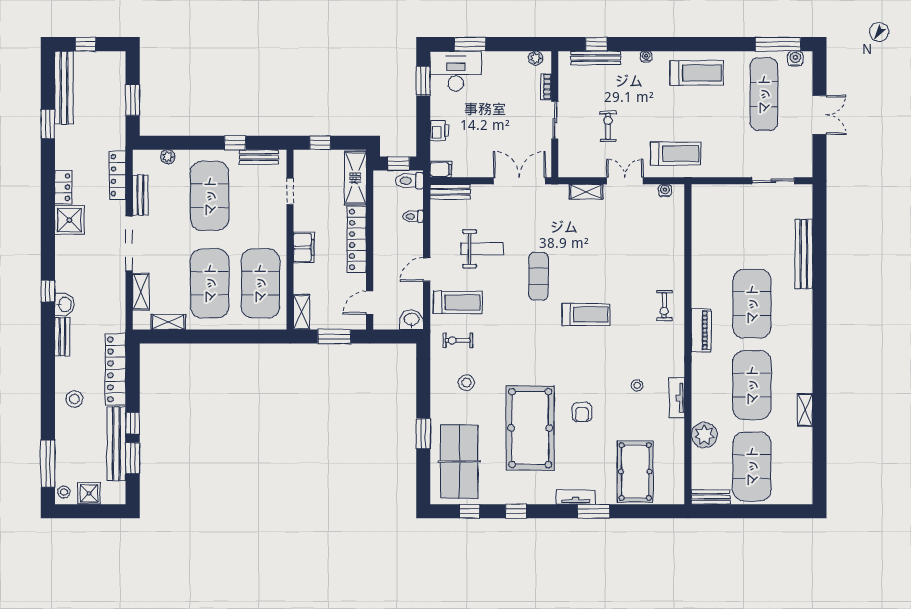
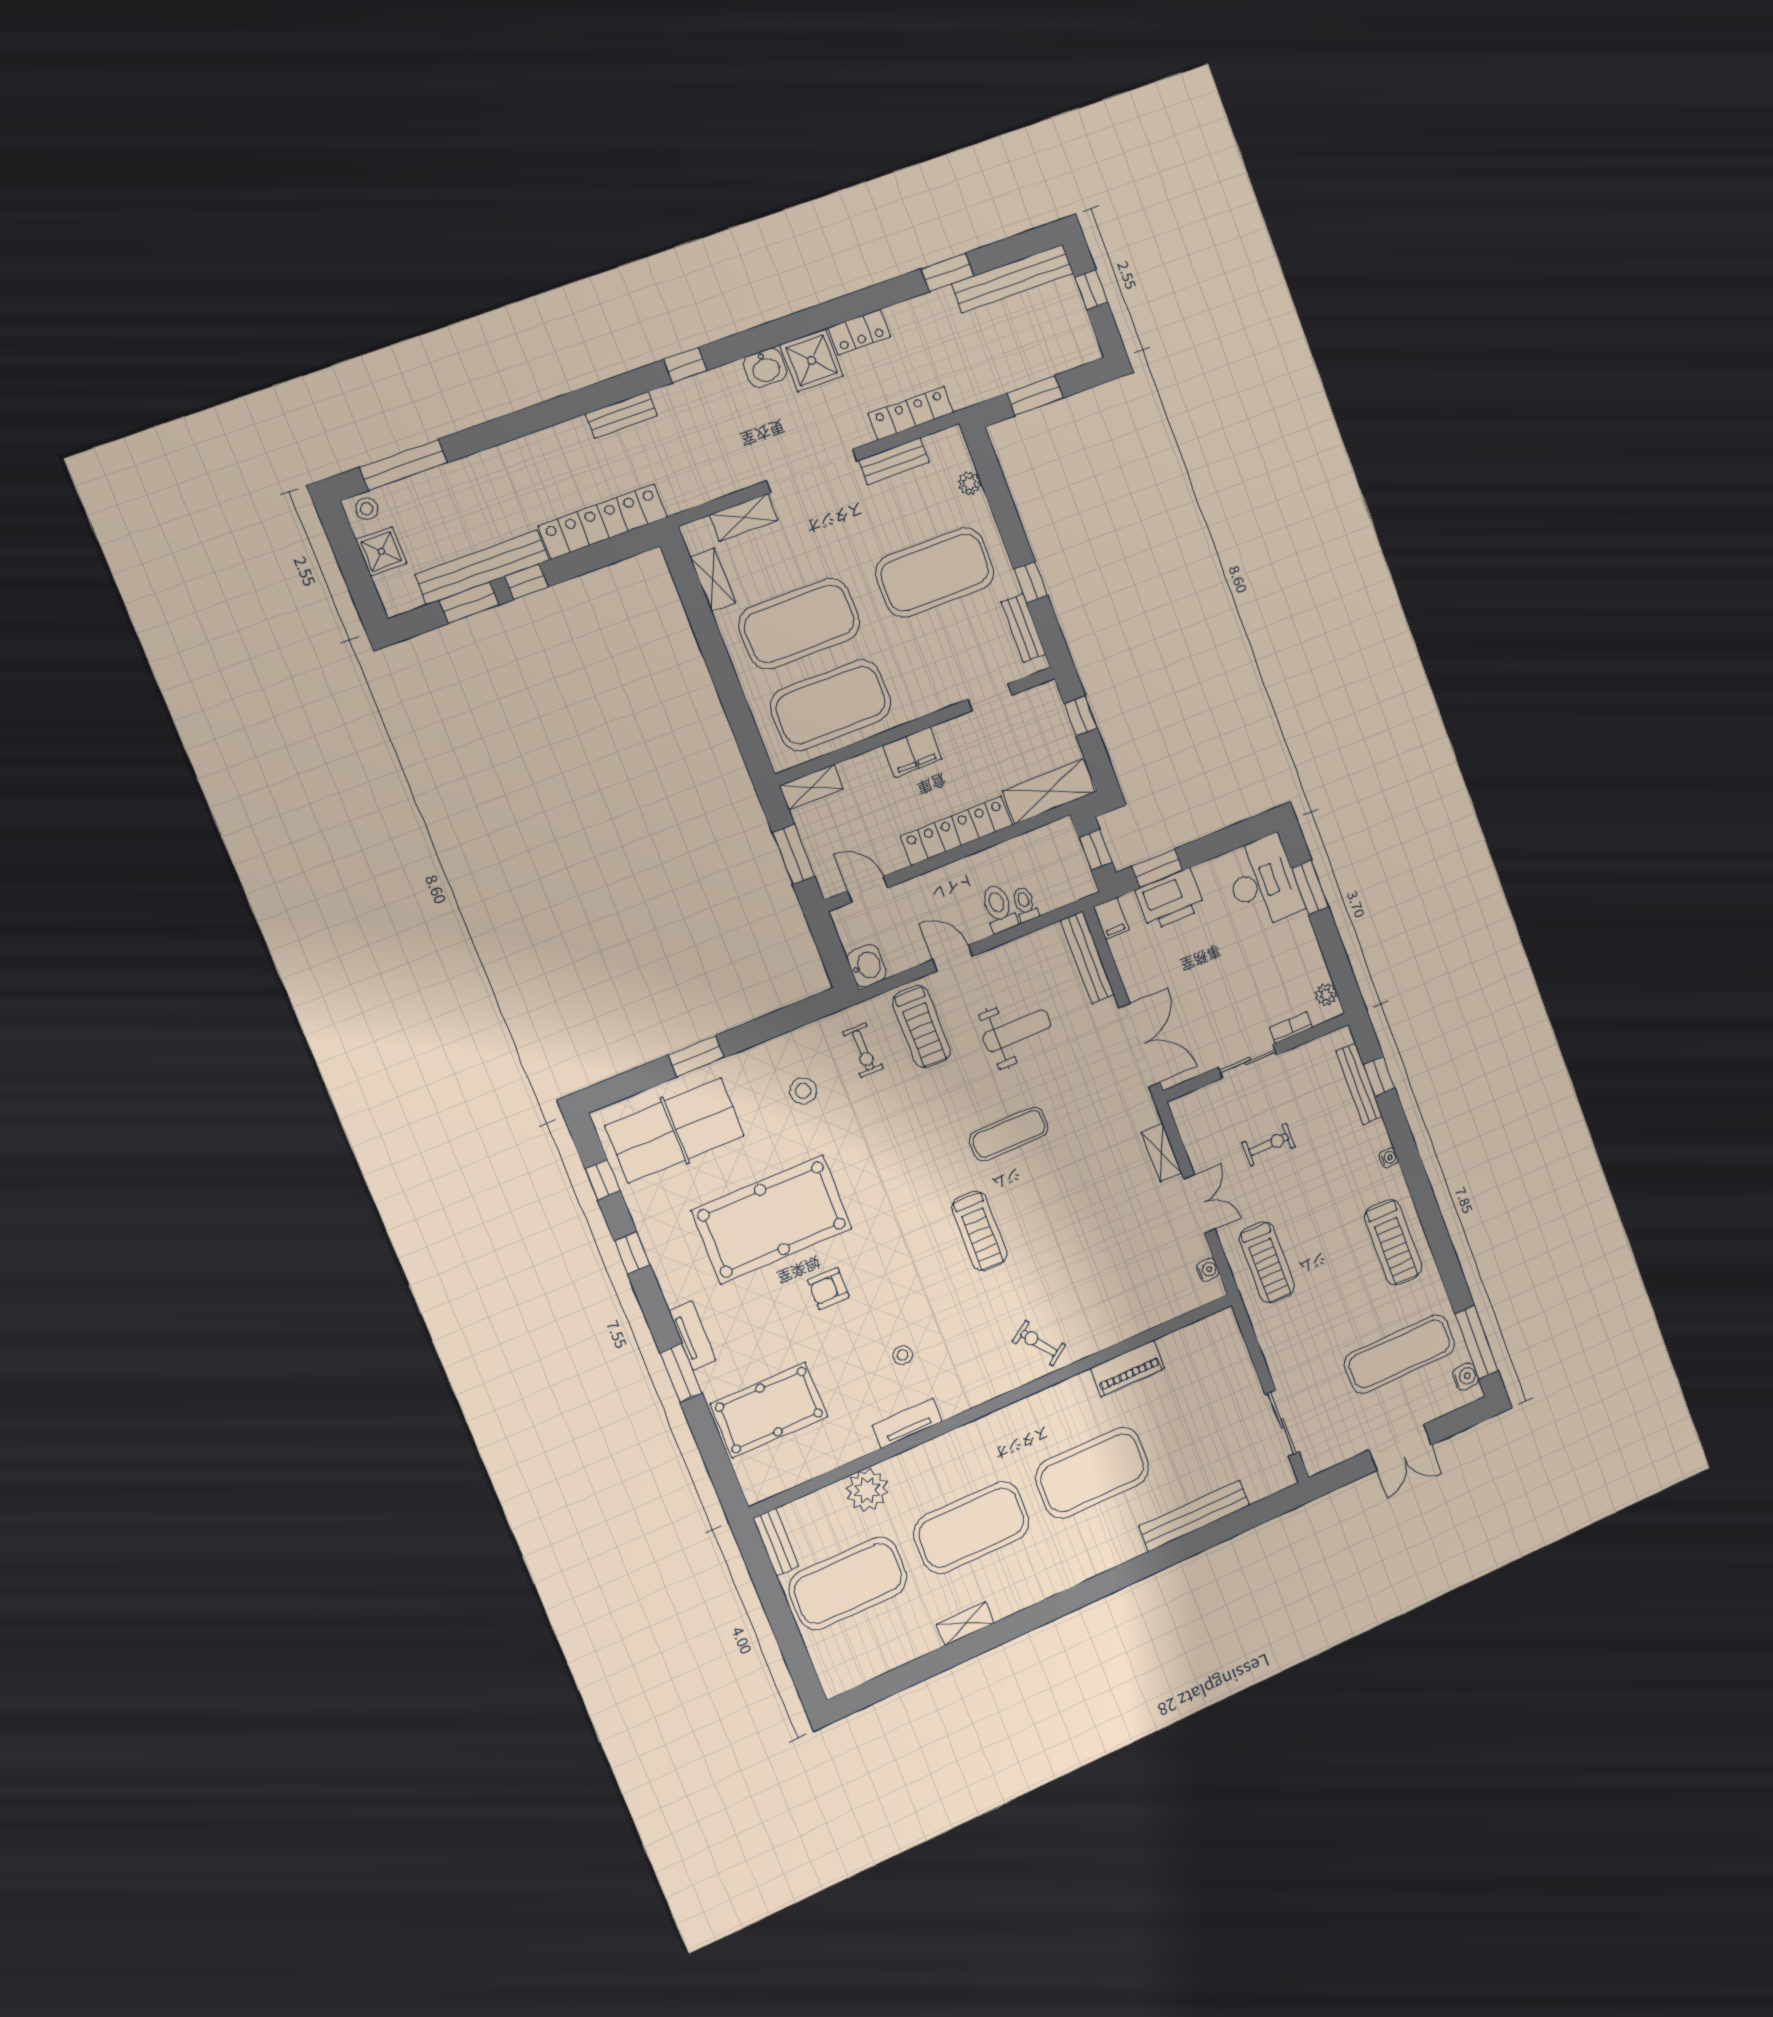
window: (423, 81) -> (1158, 868), moved
printer: (439, 130) -> (1170, 899), width x1.87, depth x1.48
toilet: (410, 181) -> (999, 908), moved
bench: (450, 192) -> (1087, 957), width x1.36
weight bench: (482, 249) -> (1017, 1031), turned -90
washbasin: (64, 304) -> (765, 368), moved
exercise bike: (664, 305) -> (1039, 1343), turned 54
piano: (701, 330) -> (1127, 1368), moved
exercise bike: (458, 340) -> (863, 1050), turned 180
stool: (74, 399) -> (528, 471), removed

